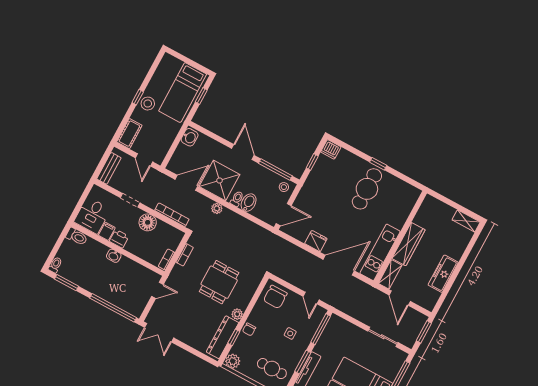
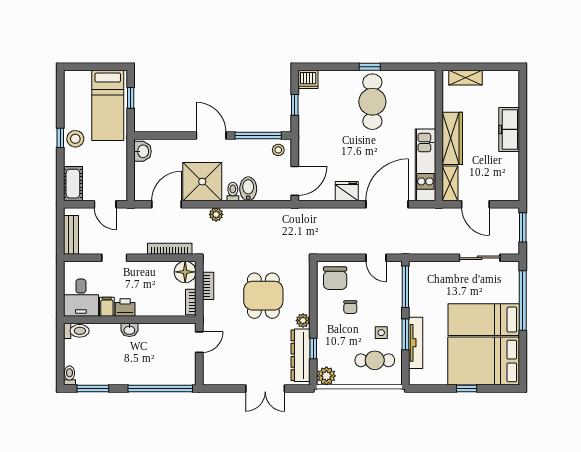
shelving: (466, 221) -> (465, 78), moved
floor lamp: (148, 222) -> (185, 272), moved
freezer: (443, 274) -> (509, 129), moved
chair: (249, 329) -> (350, 307), moved
double door: (159, 333) -> (265, 388), moved
side table: (290, 333) -> (381, 333), moved

